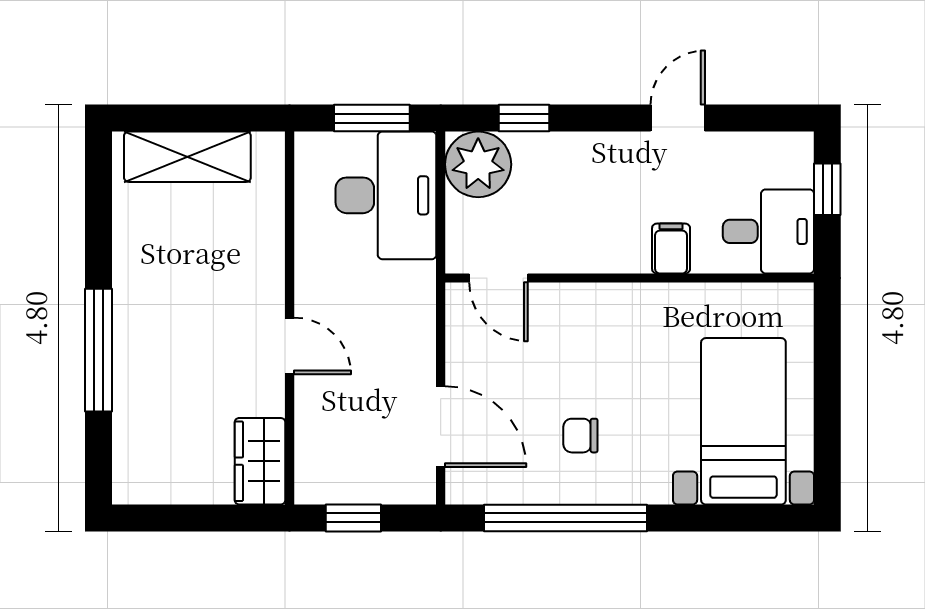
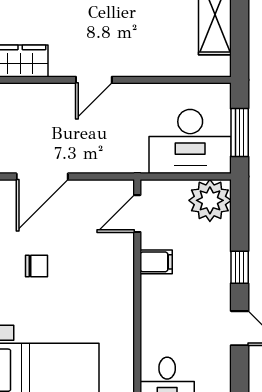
window: (524, 118) -> (240, 267), moved
filing cabinet: (671, 249) -> (156, 262), moved
chair: (580, 436) -> (37, 266), turned 90

